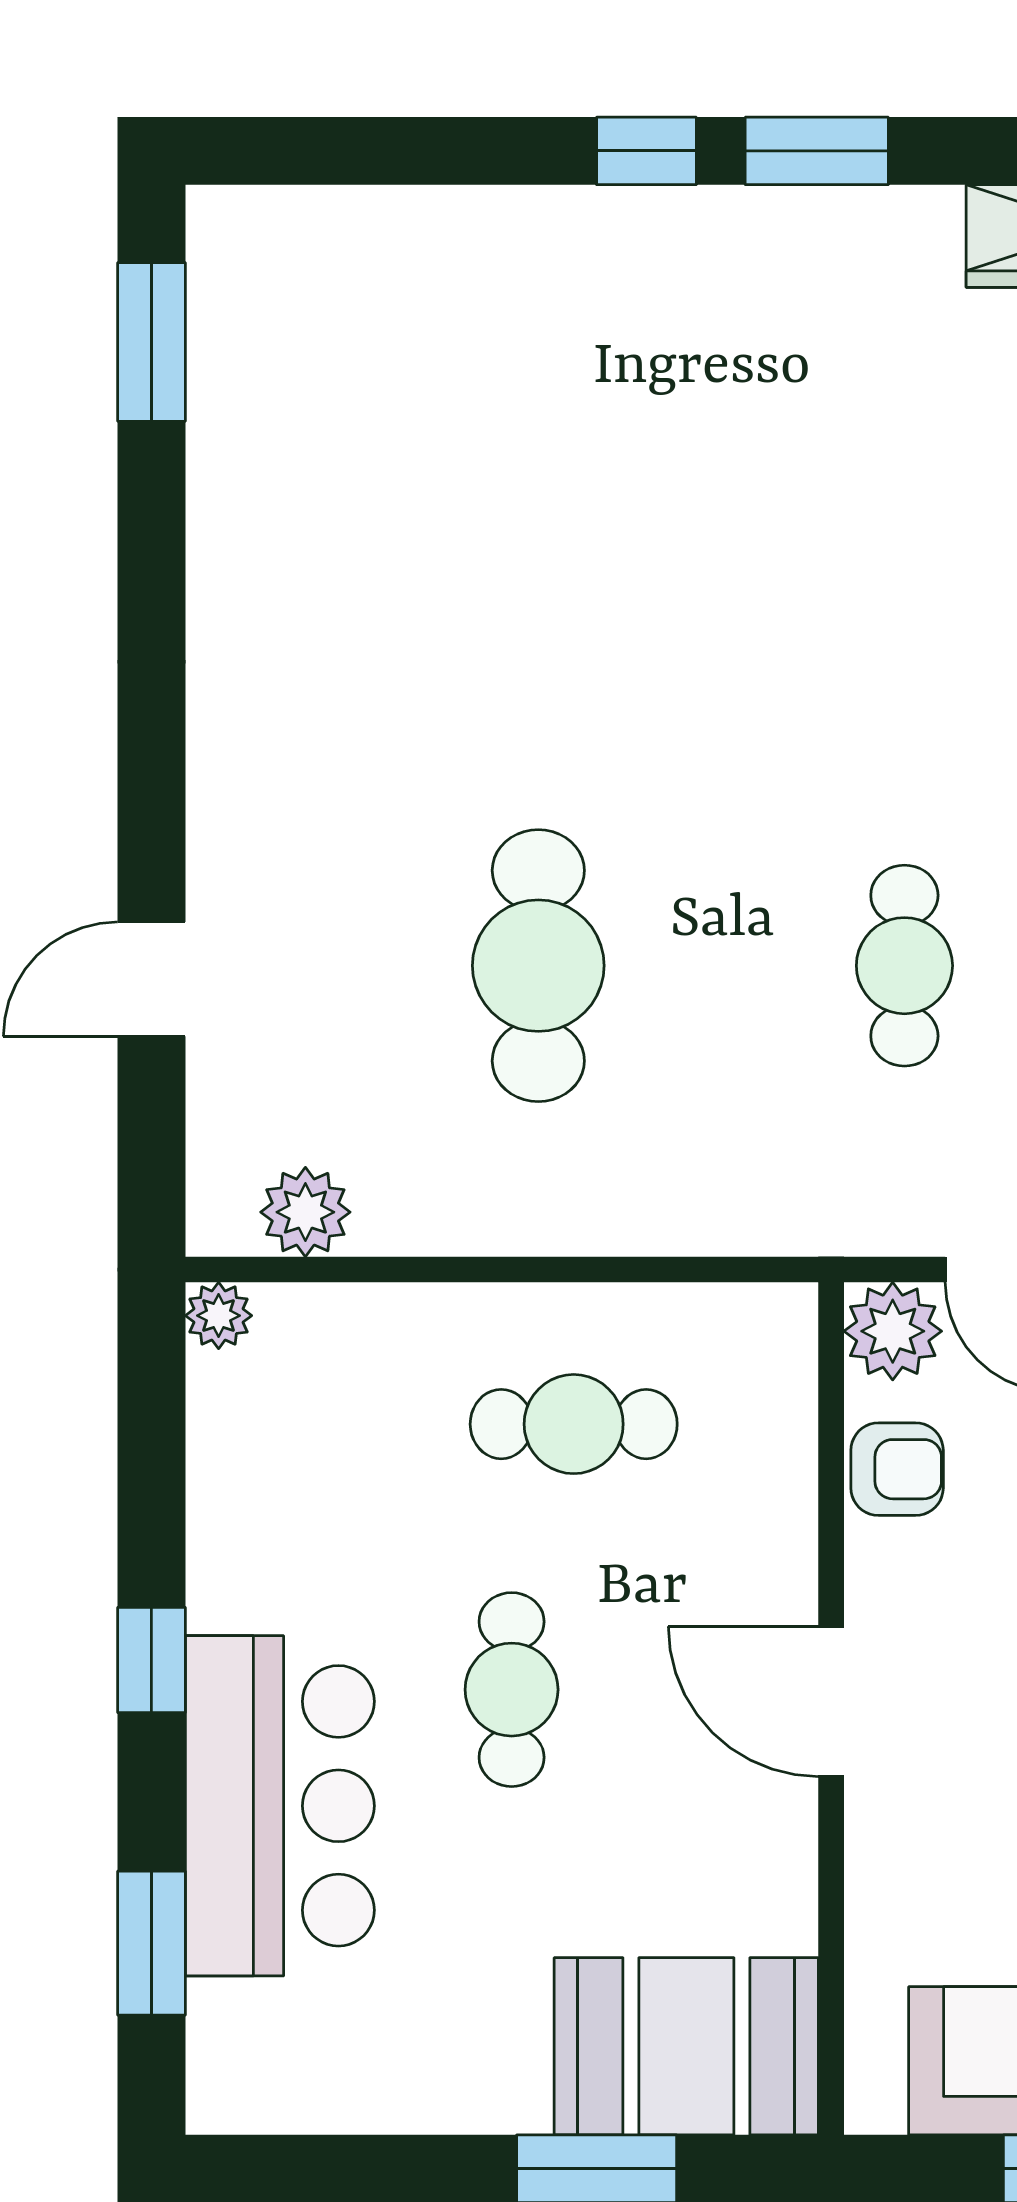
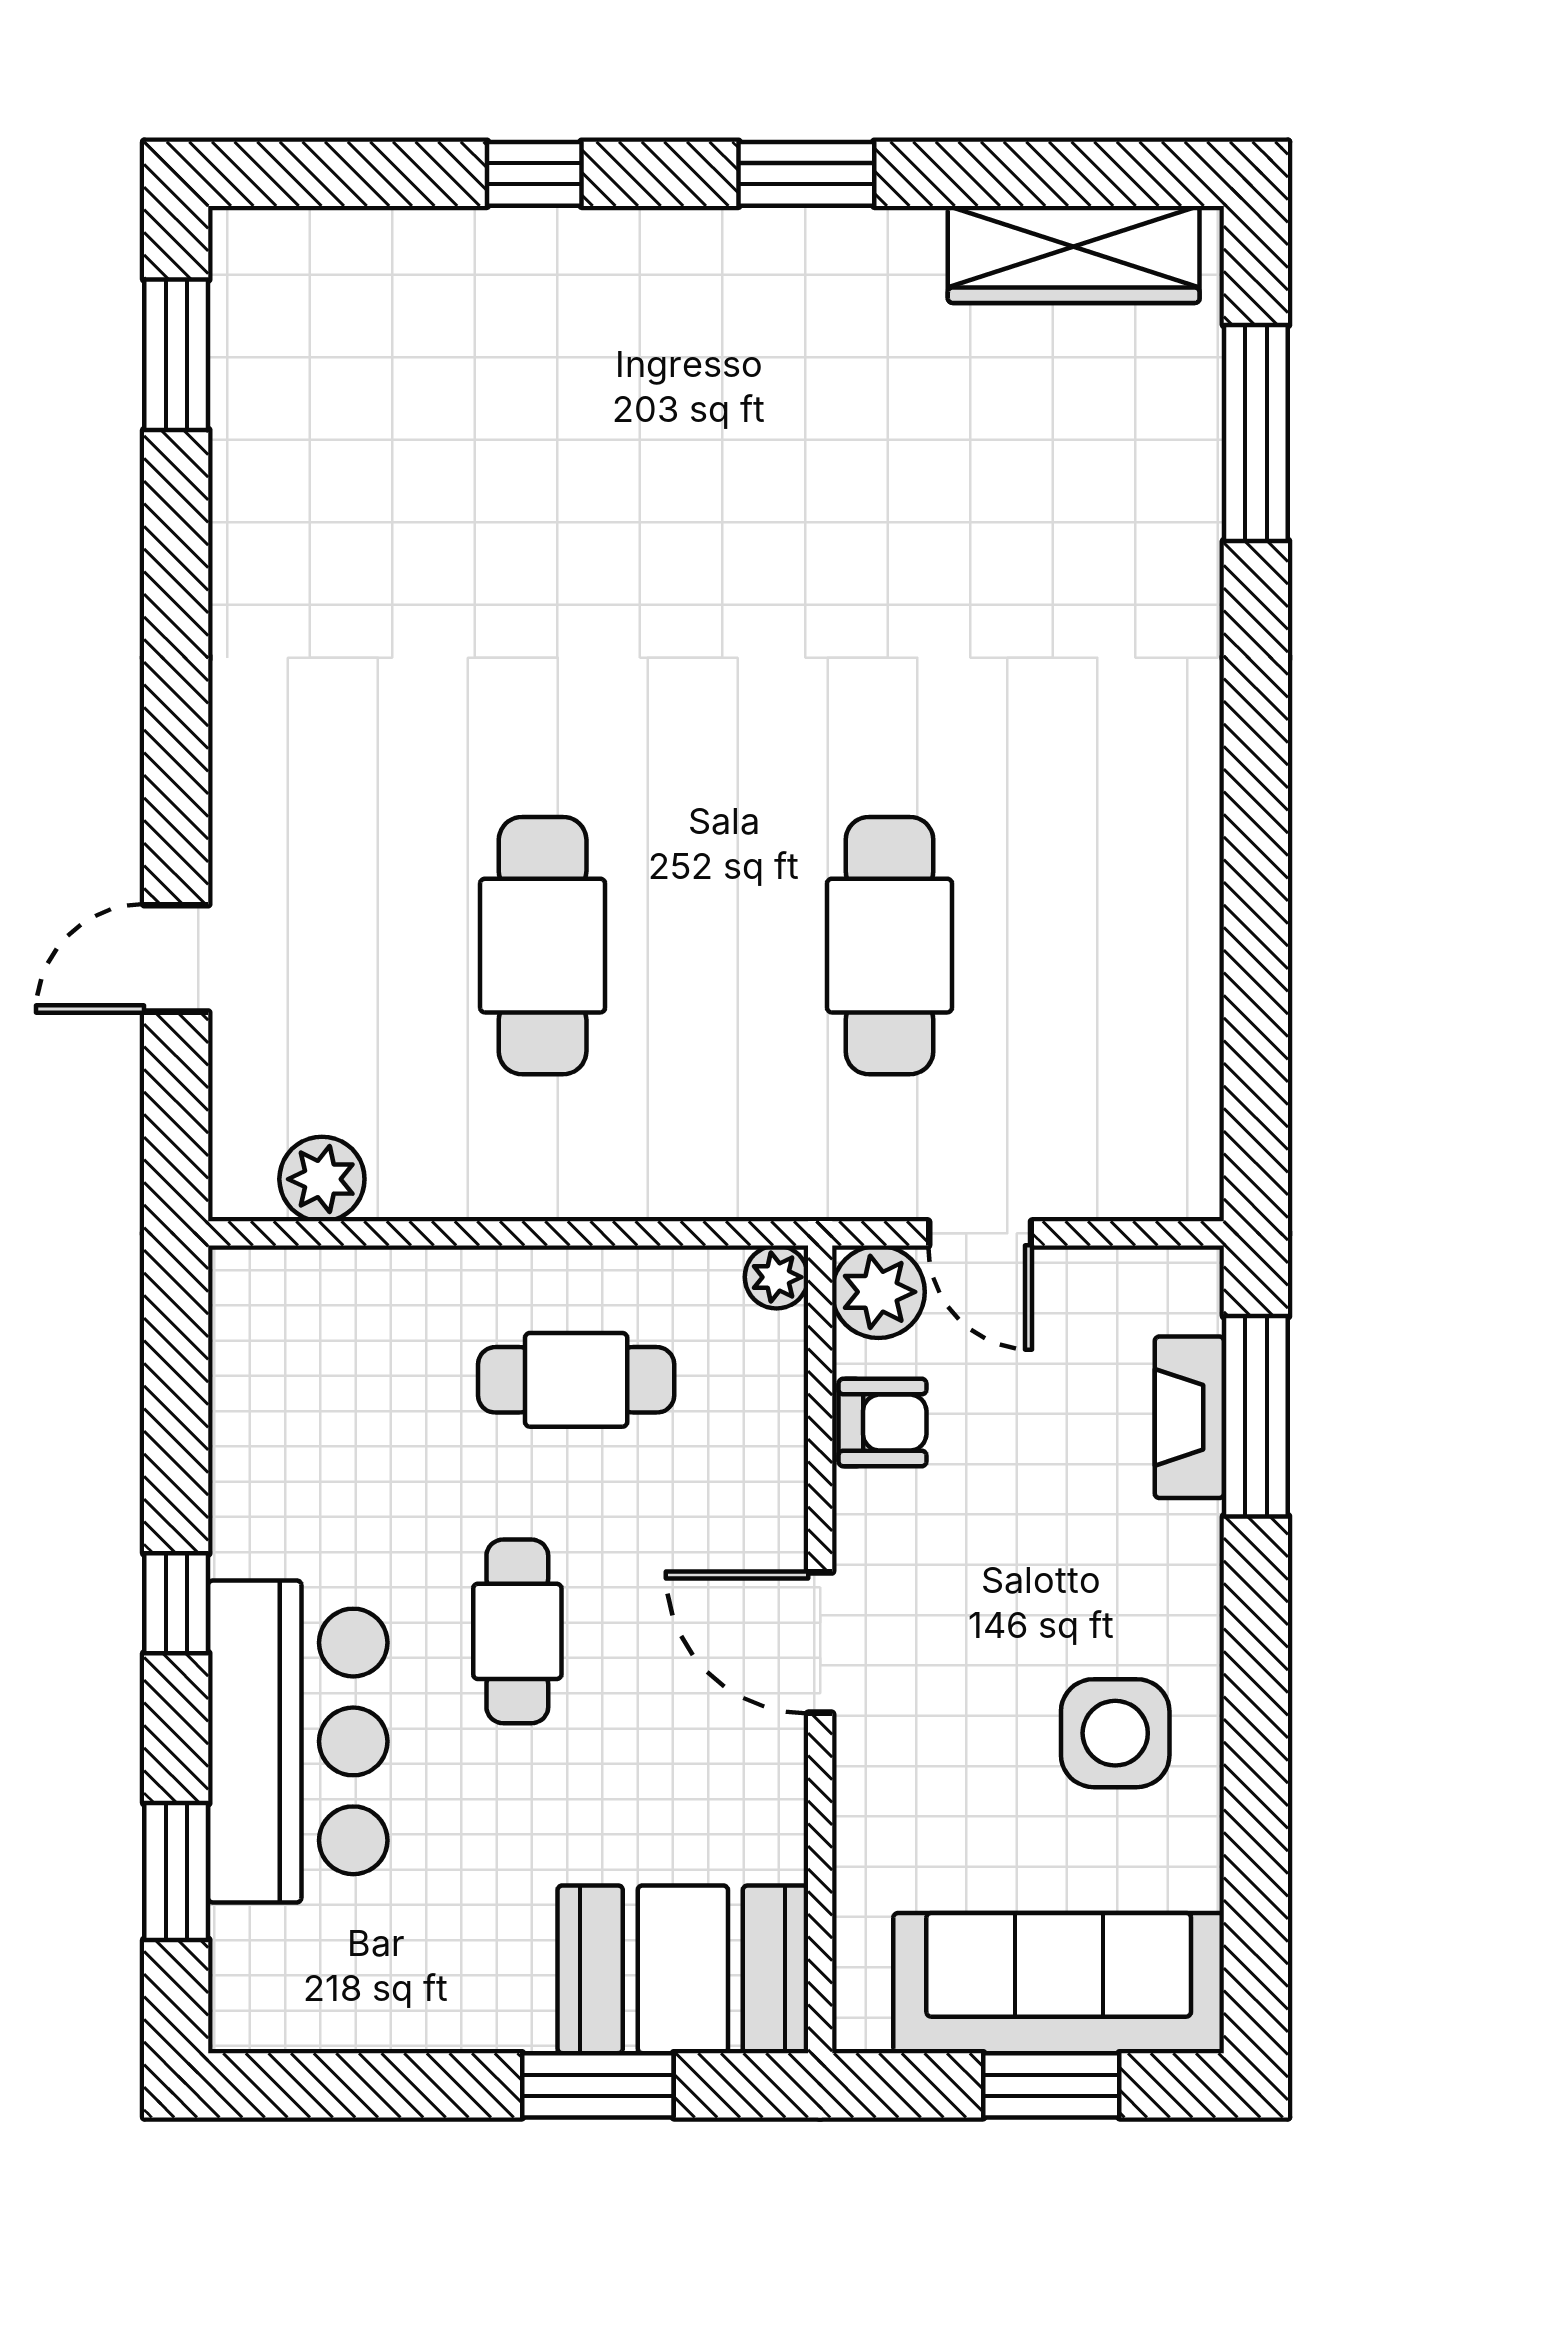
window: (646, 151) -> (534, 174), moved
cafe table: (904, 966) -> (889, 946), width x1.37, depth x1.35
plant: (219, 1316) -> (776, 1277), moved

